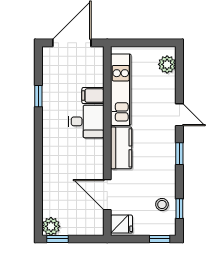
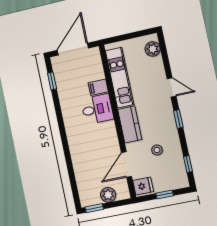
window: (38, 96) -> (52, 81), moved
door: (107, 195) -> (126, 165), hinge flipped
stool: (162, 204) -> (157, 150), moved
plant: (51, 226) -> (108, 195), moved
window: (160, 239) -> (165, 195), moved

